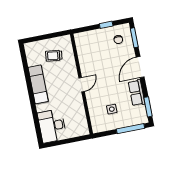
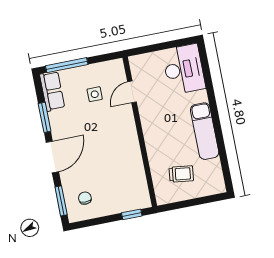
window: (106, 25) -> (132, 214), moved
door: (82, 85) -> (132, 92), moved
row of seats: (137, 93) -> (52, 91), moved
window: (148, 107) -> (45, 117), moved

